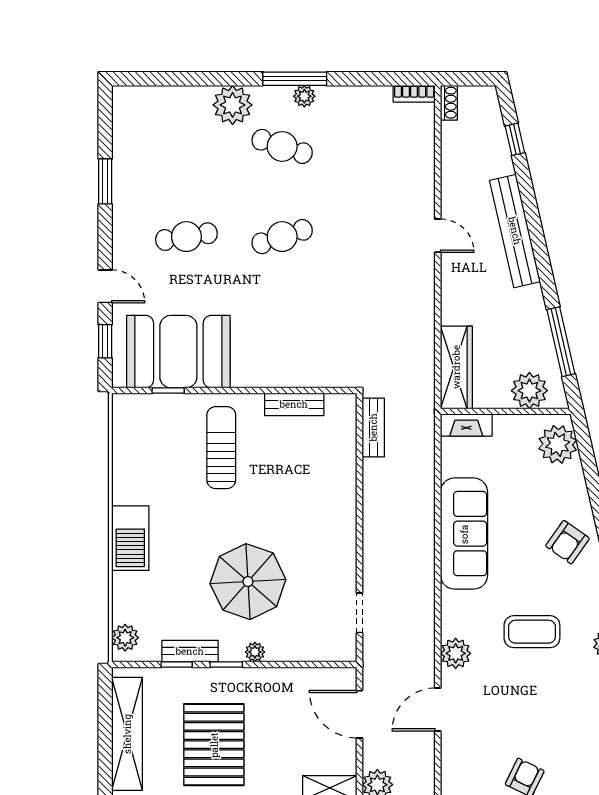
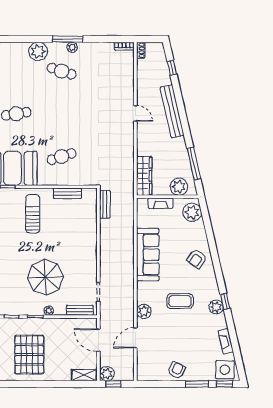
cafe table: (282, 237) -> (62, 157), moved
fireplace: (466, 425) -> (161, 203), moved
bench: (190, 651) -> (80, 310), moved

